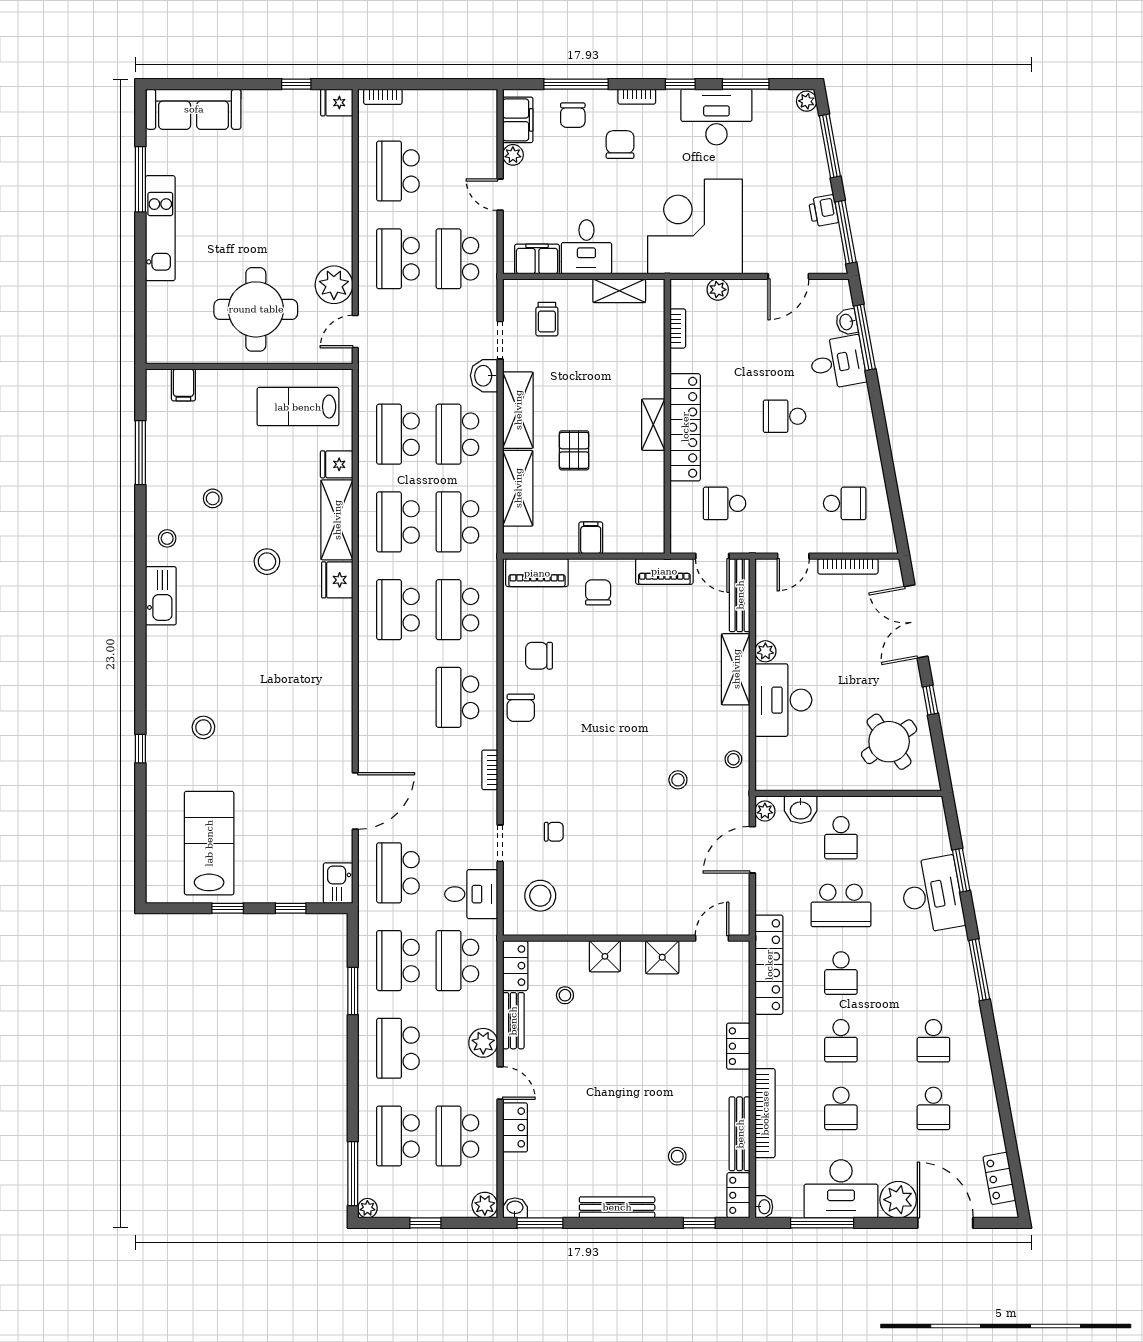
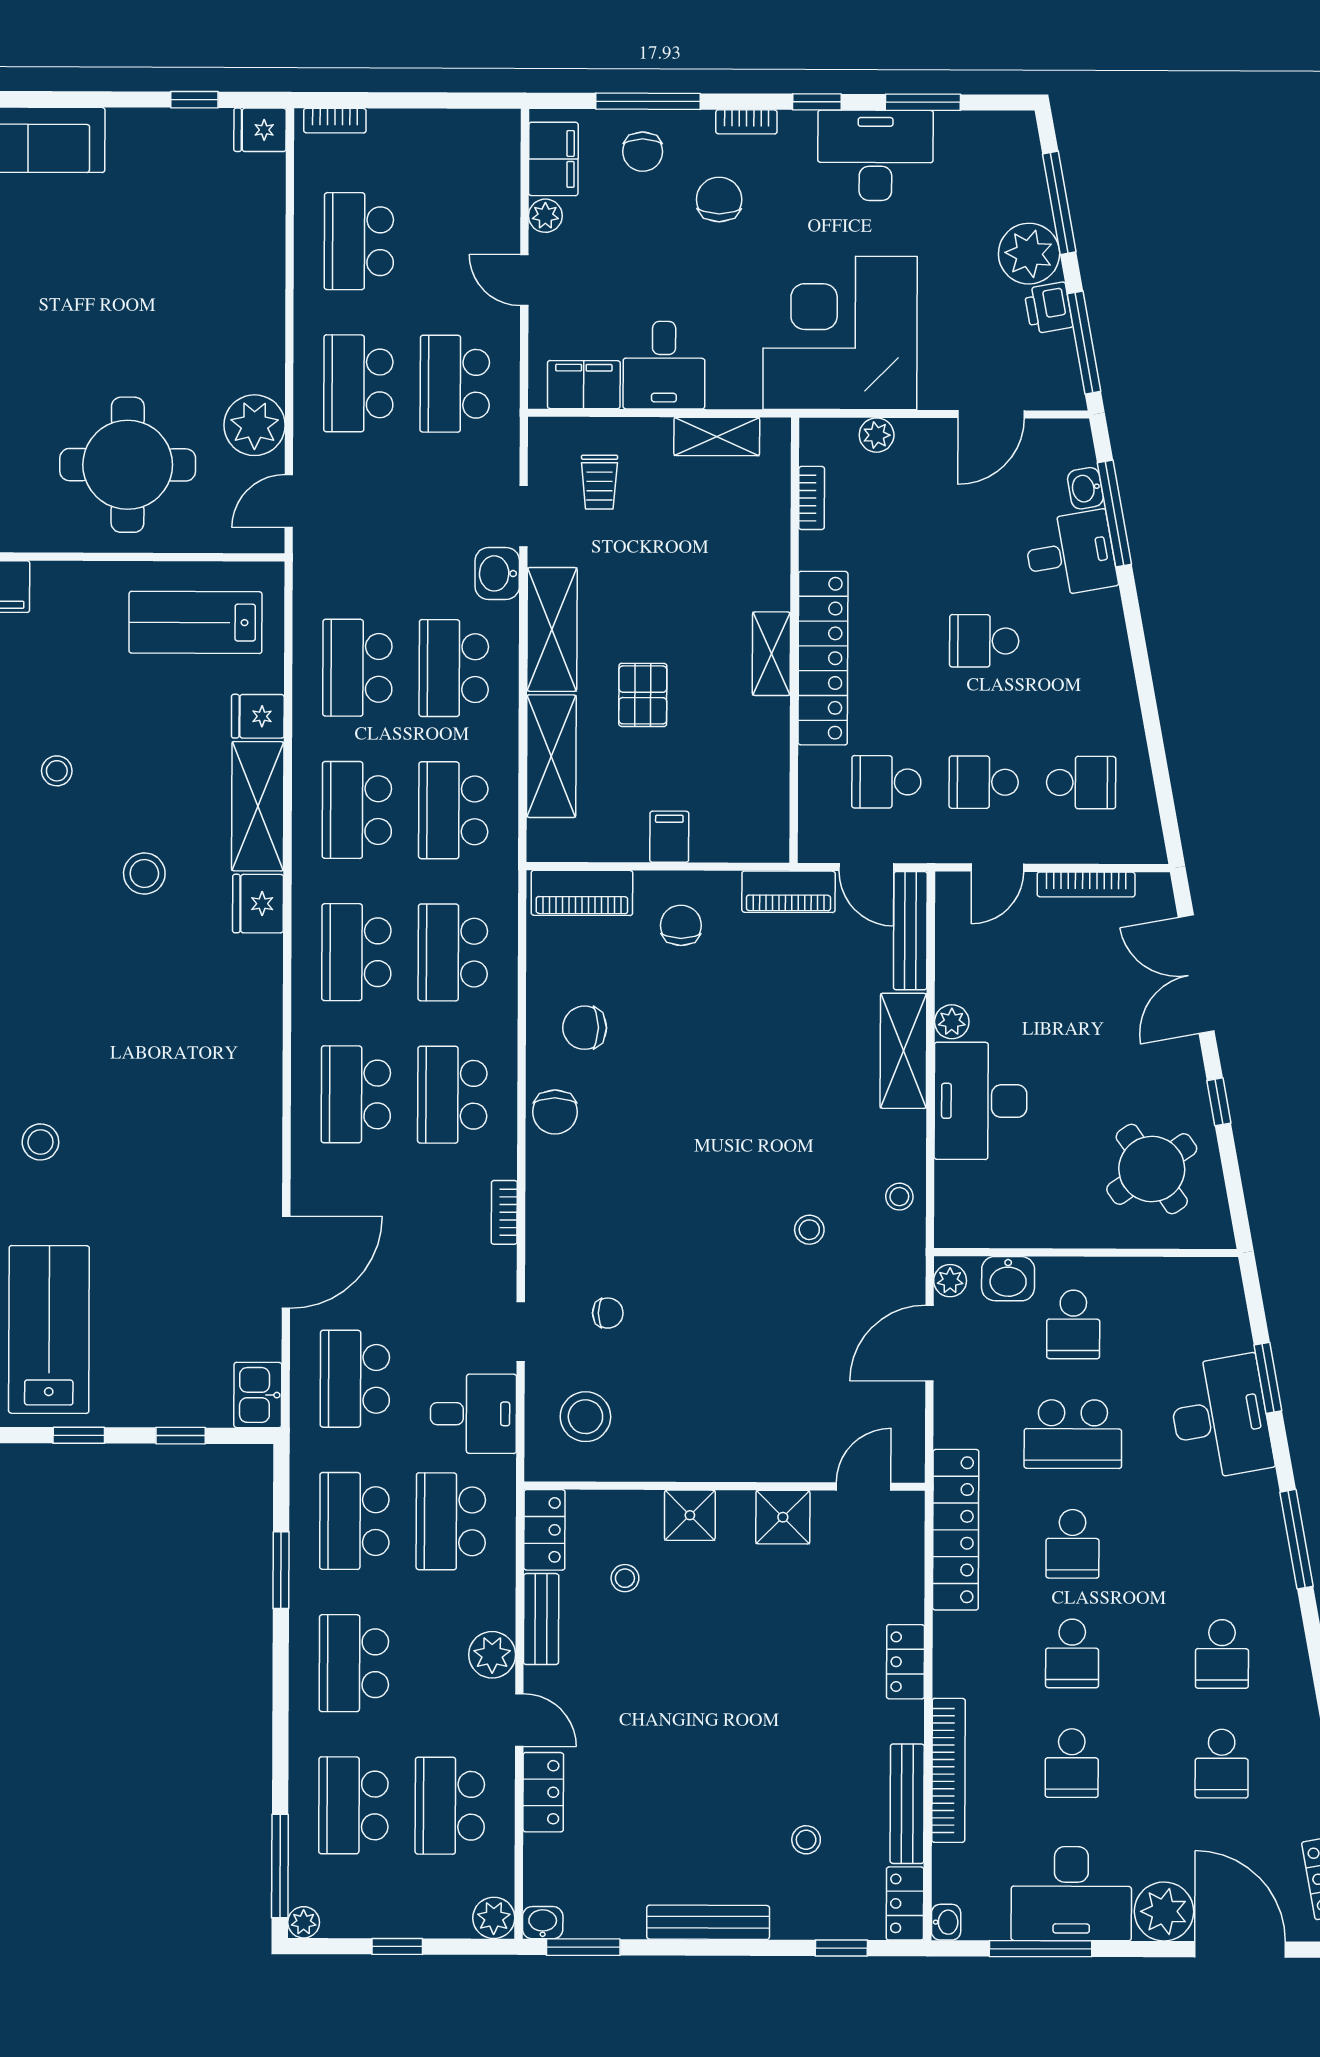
plant: (807, 101) -> (1029, 254), moved, width x1.88, depth x1.88
school desk: (785, 503) -> (984, 782), added
school desk: (398, 697) -> (356, 1094), added

